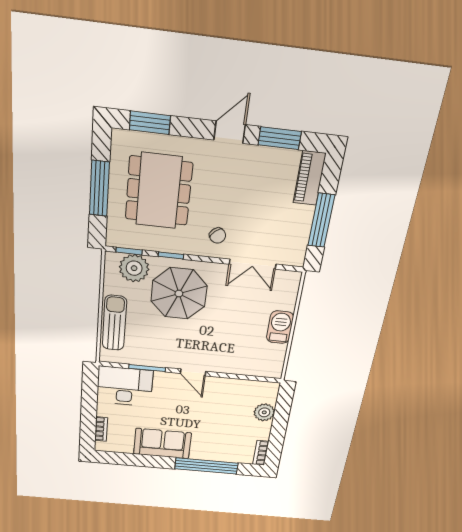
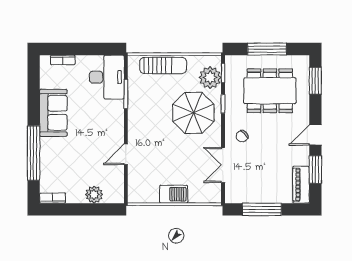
door: (230, 132) -> (315, 135), swing flipped
piano: (309, 178) -> (301, 185), moved, turned -90
door: (193, 372) -> (126, 154), moved

